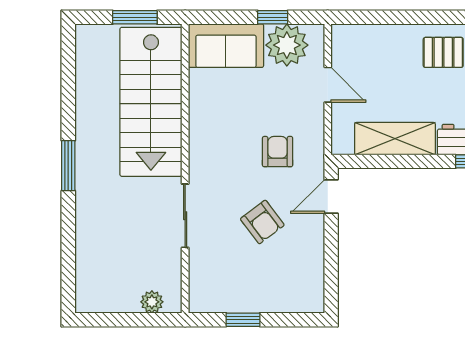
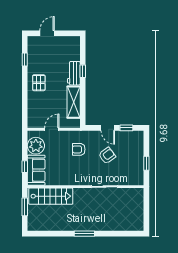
window: (273, 17) -> (25, 167), moved
stairs: (151, 102) -> (51, 196), width x0.73, depth x0.66
door: (331, 197) -> (108, 128), moved
window: (331, 270) -> (126, 128), added
plant: (152, 302) -> (139, 200), removed

